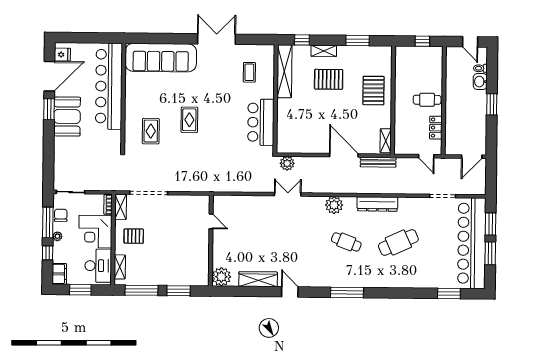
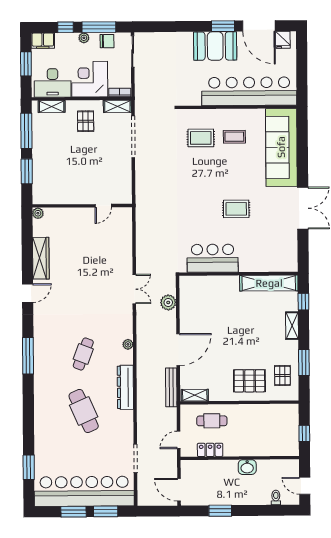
door: (470, 42) -> (305, 486), hinge flipped
coffee table: (249, 72) -> (234, 137), moved
pallet: (329, 79) -> (282, 376), moved, width x0.67, depth x0.71
washbasin: (480, 82) -> (247, 467), moved, turned 180
cafe table: (427, 100) -> (212, 421), moved, turned 90
window: (492, 104) -> (220, 511), moved
rug: (189, 120) -> (236, 209), moved
plant: (287, 163) -> (168, 302), moved
plant: (334, 205) -> (128, 344), width x0.53, depth x0.53
plant: (221, 277) -> (38, 213), width x0.53, depth x0.53

